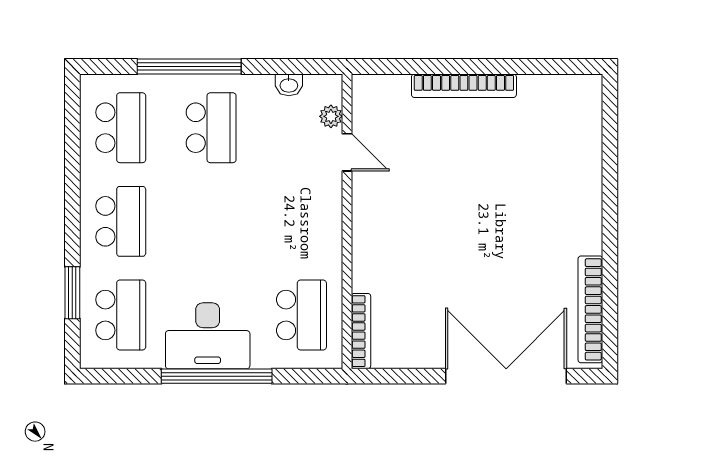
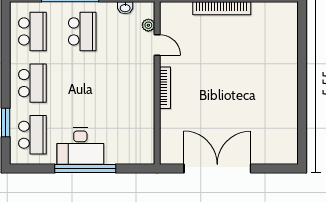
bookcase: (590, 309) -> (291, 132), removed
school desk: (301, 315) -> (132, 135), removed
bookcase: (361, 331) -> (165, 88), moved
double door: (506, 376) -> (217, 169), moved

